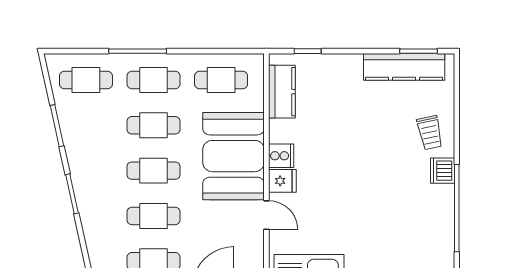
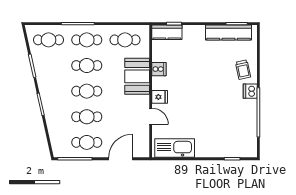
kitchen counter: (282, 92) -> (167, 32), moved, turned 90
booth: (234, 156) -> (137, 76), width x0.73, depth x0.70
cooker: (281, 156) -> (159, 69), moved

